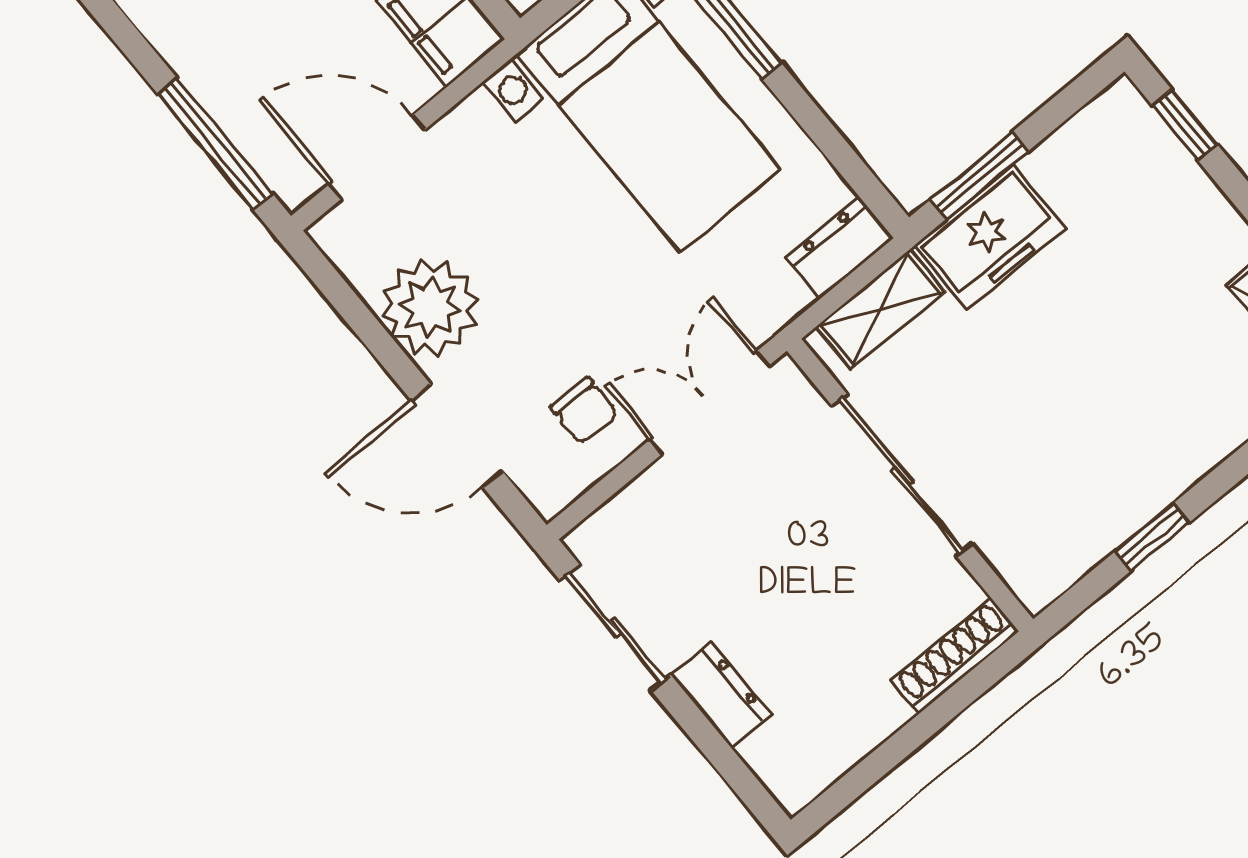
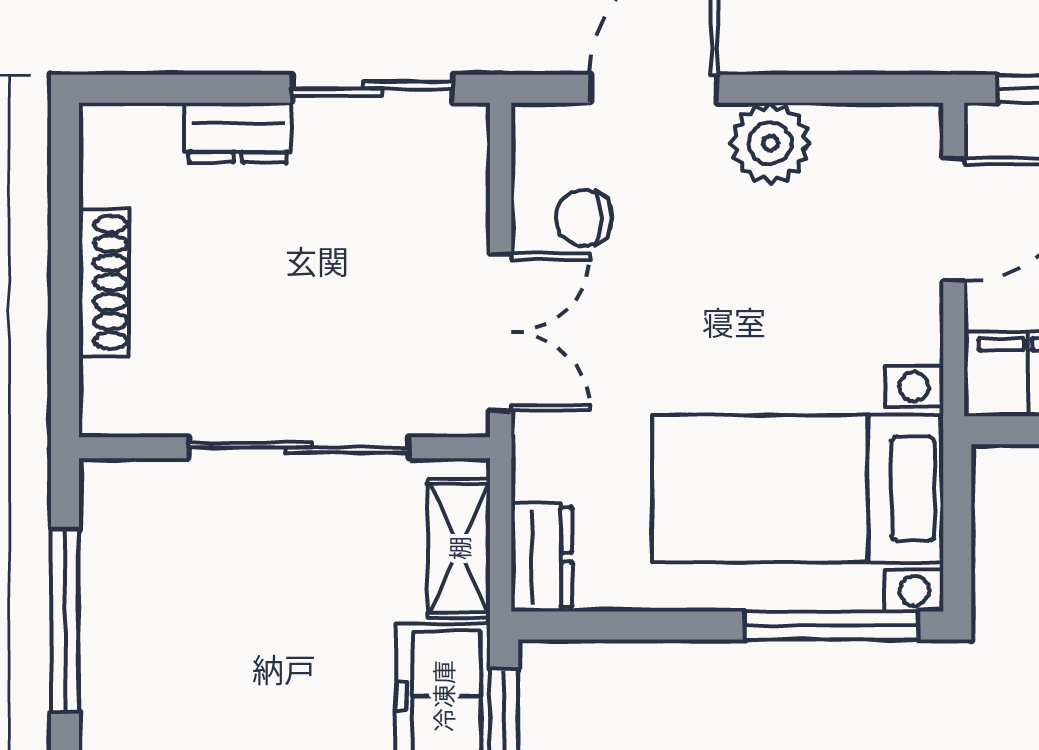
plant: (430, 307) -> (770, 143), width x0.73, depth x0.73
window: (1152, 537) -> (65, 621), width x2.17
shoe rack: (954, 656) -> (104, 282), moved

